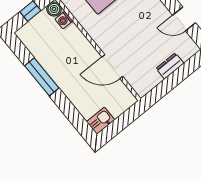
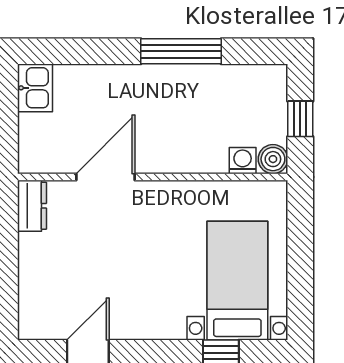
dresser: (170, 66) -> (32, 206), moved

